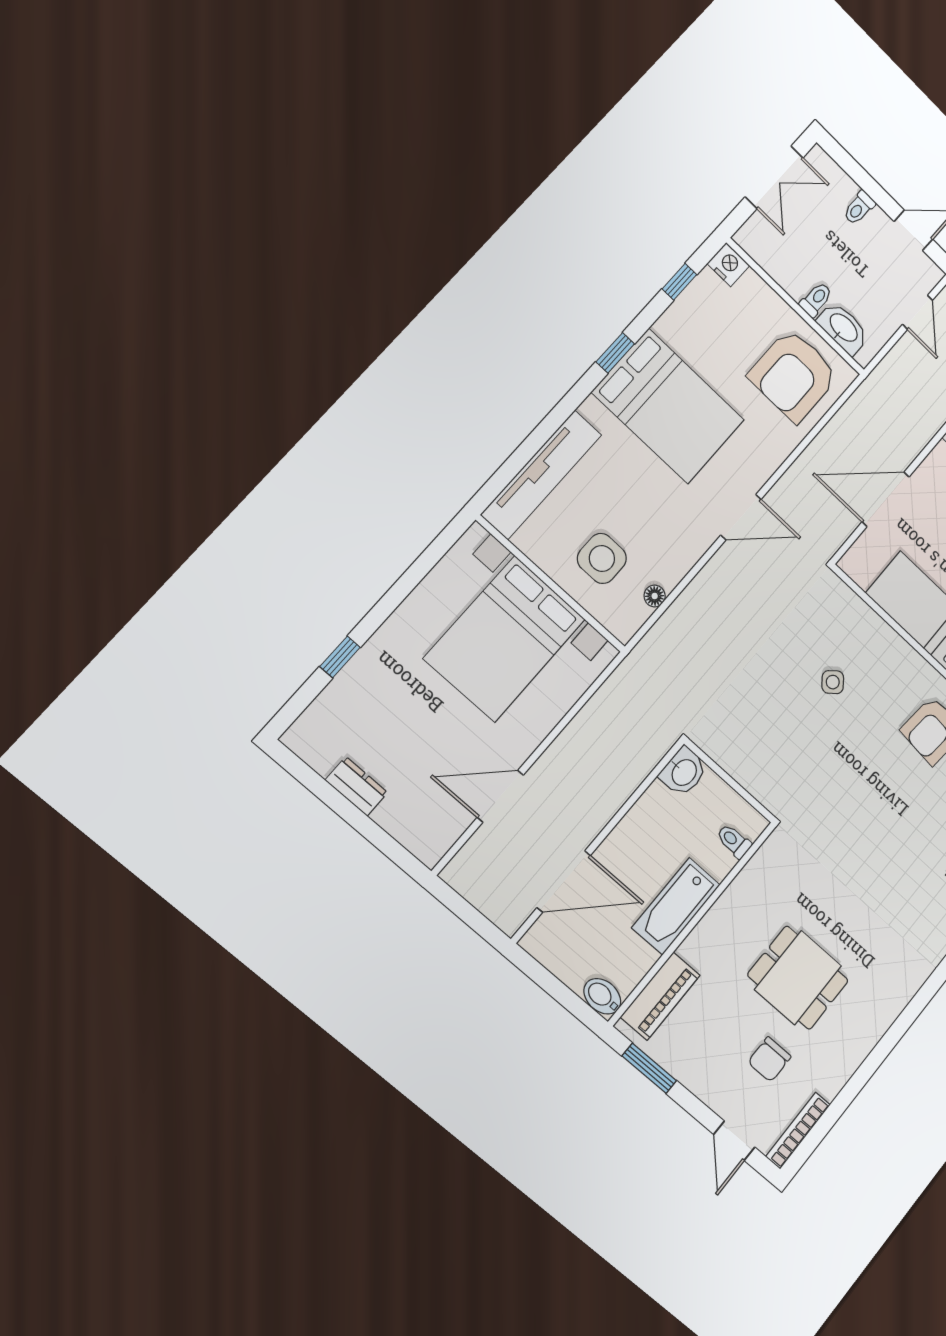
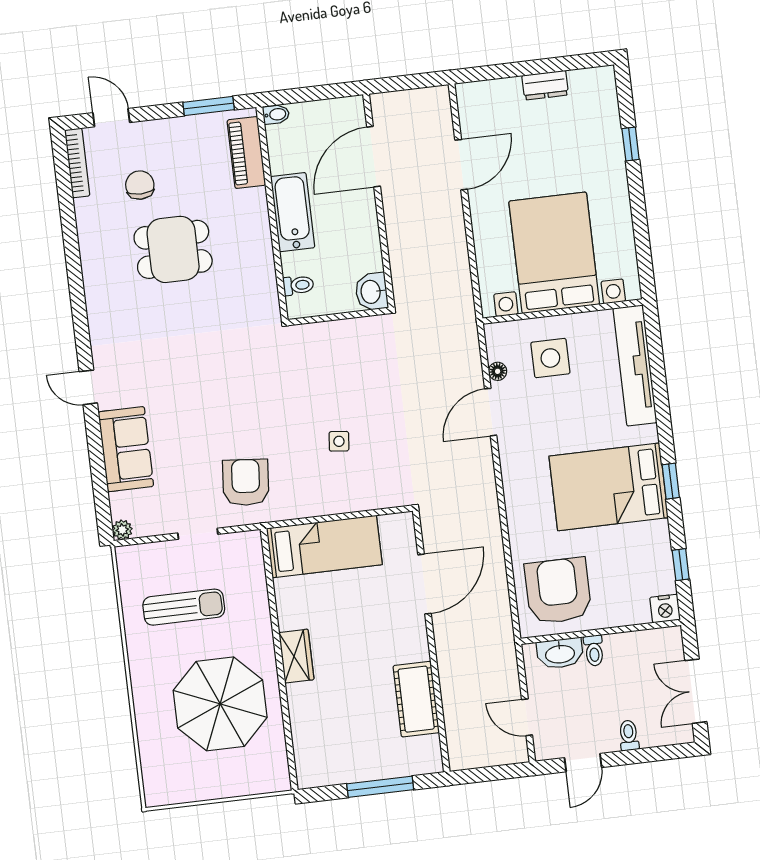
door: (741, 517) -> (491, 412), moved
side table: (833, 682) -> (339, 441), turned 45
bidet: (602, 996) -> (276, 114), width x0.72, depth x0.74

